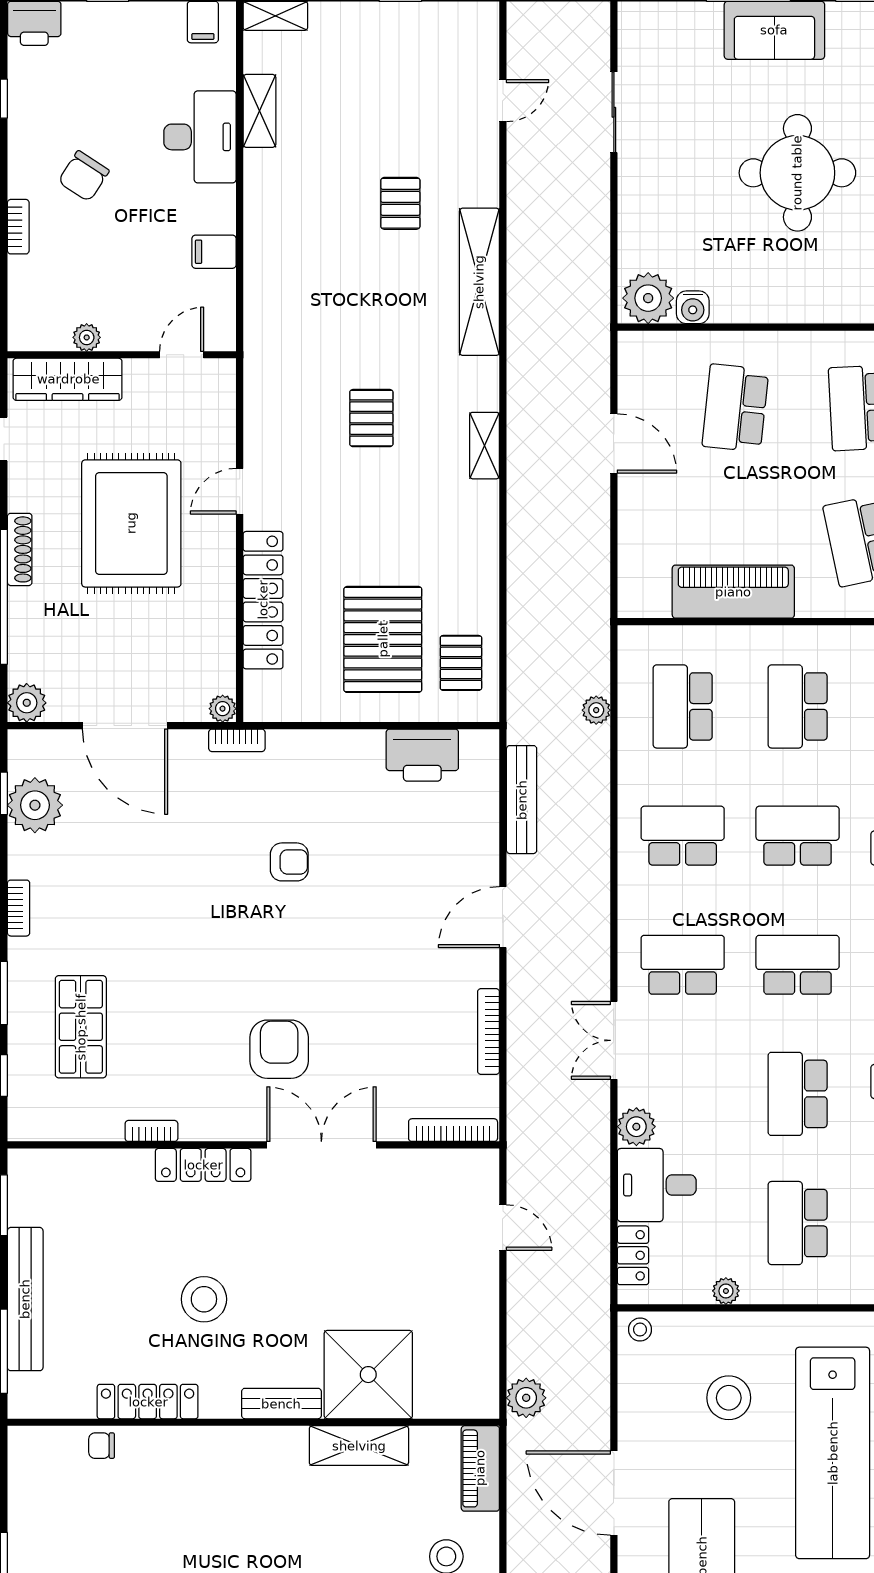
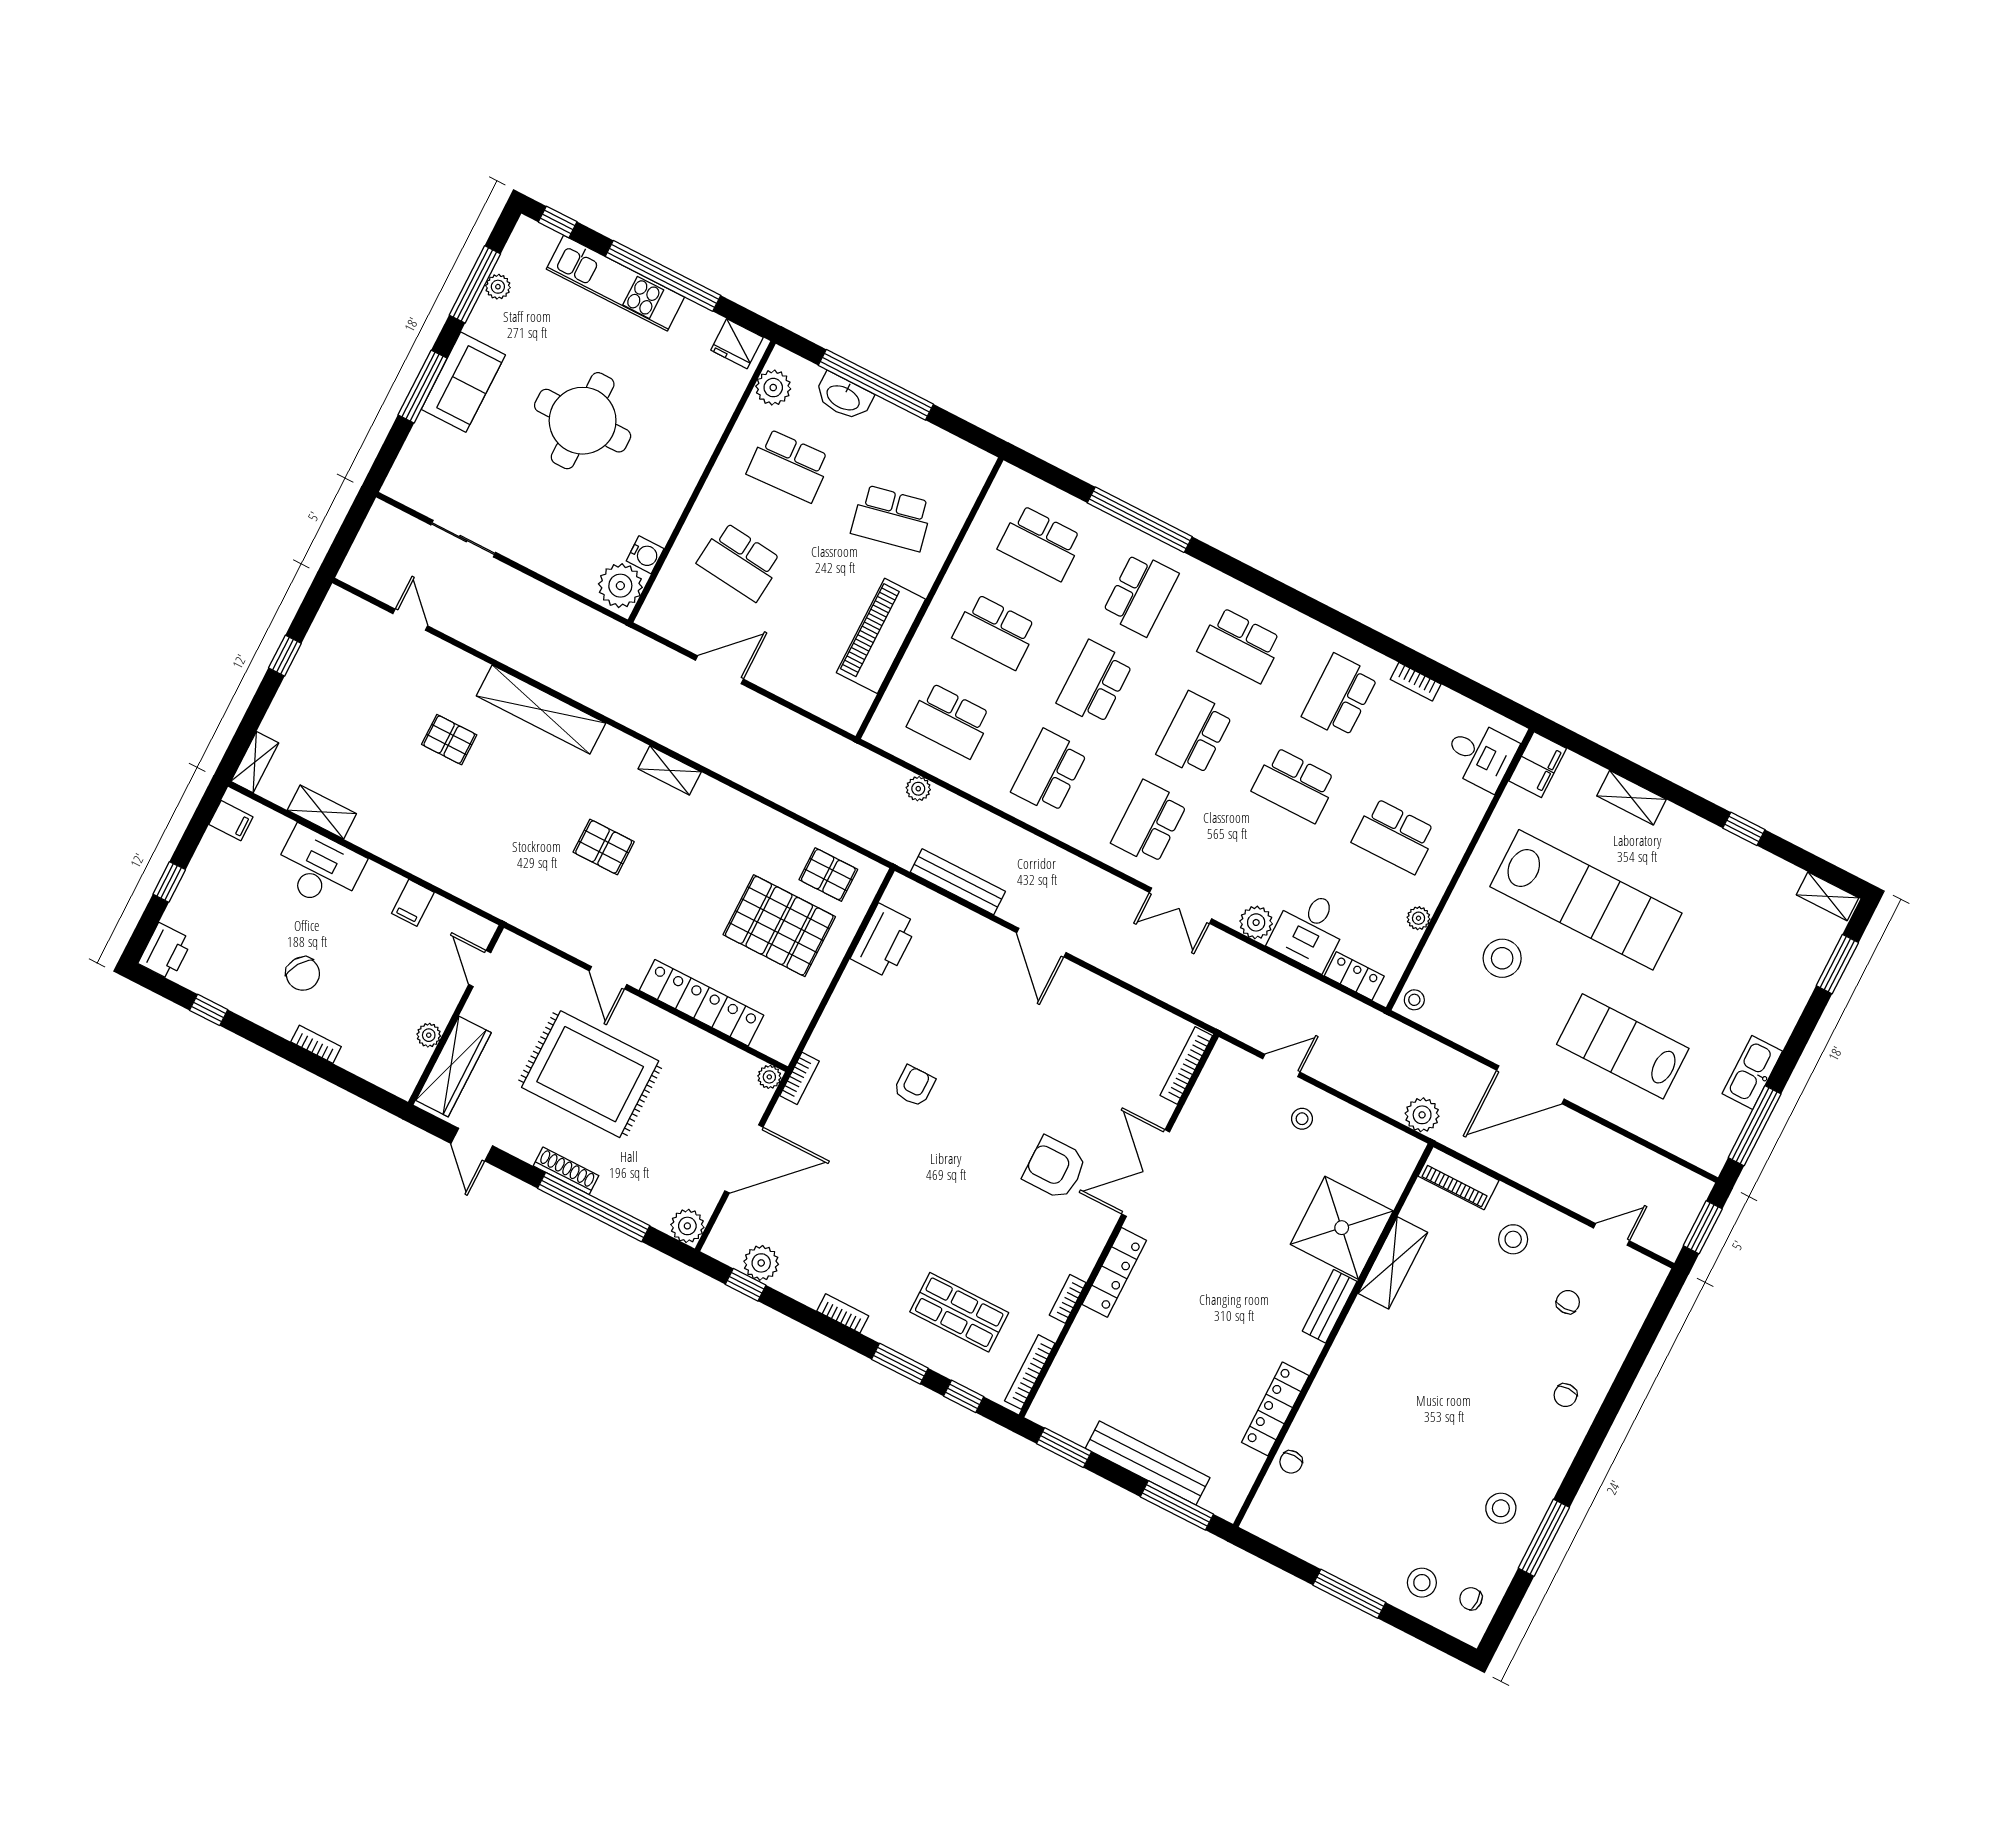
plant: (35, 805) -> (761, 1263), width x0.73, depth x0.73
bookcase: (489, 1031) -> (1030, 1372), moved, turned 90
stool: (204, 1299) -> (1302, 1119), moved, width x0.53, depth x0.53

